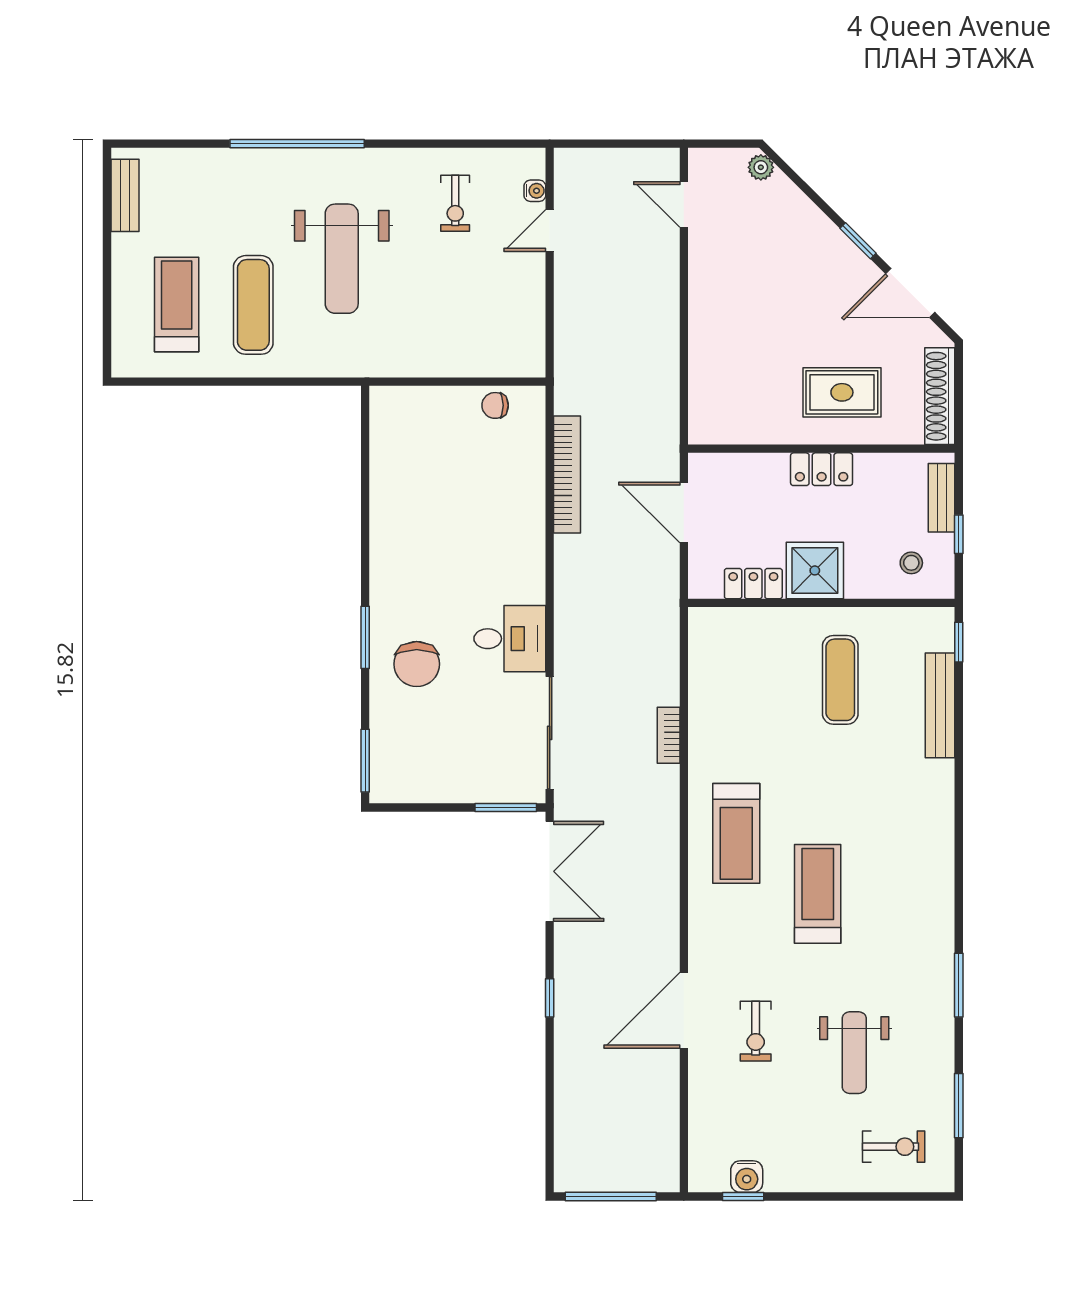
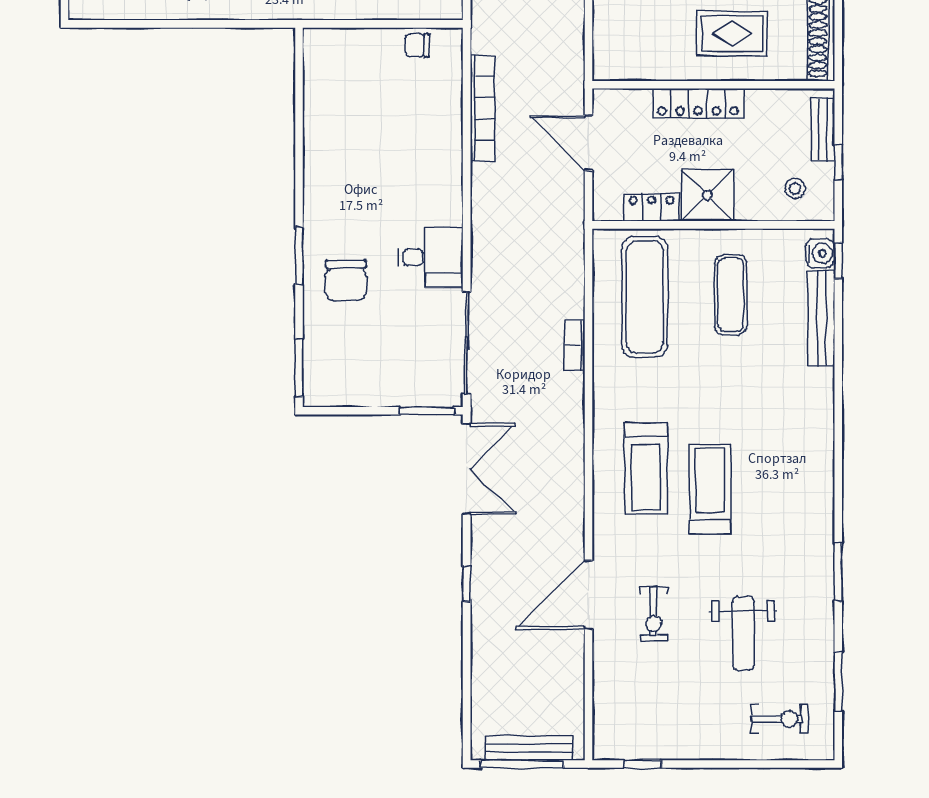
locker: (822, 469) -> (698, 103), width x1.53
exercise mat: (746, 682) -> (645, 297), added
treadmill: (736, 833) -> (646, 468), moved
water cooler: (747, 1177) -> (820, 253), moved, turned -90
bench: (618, 1179) -> (529, 748), added

